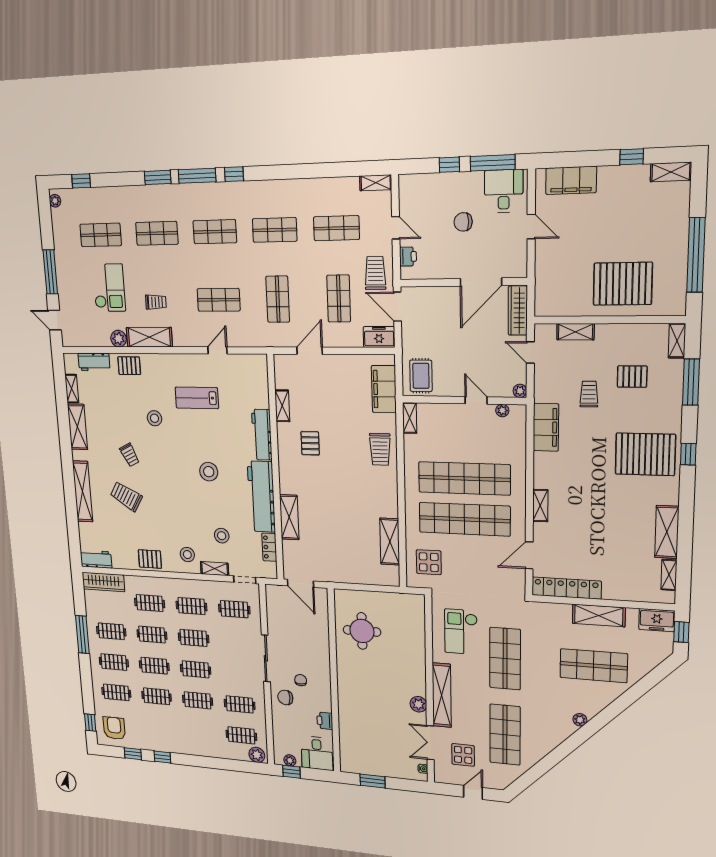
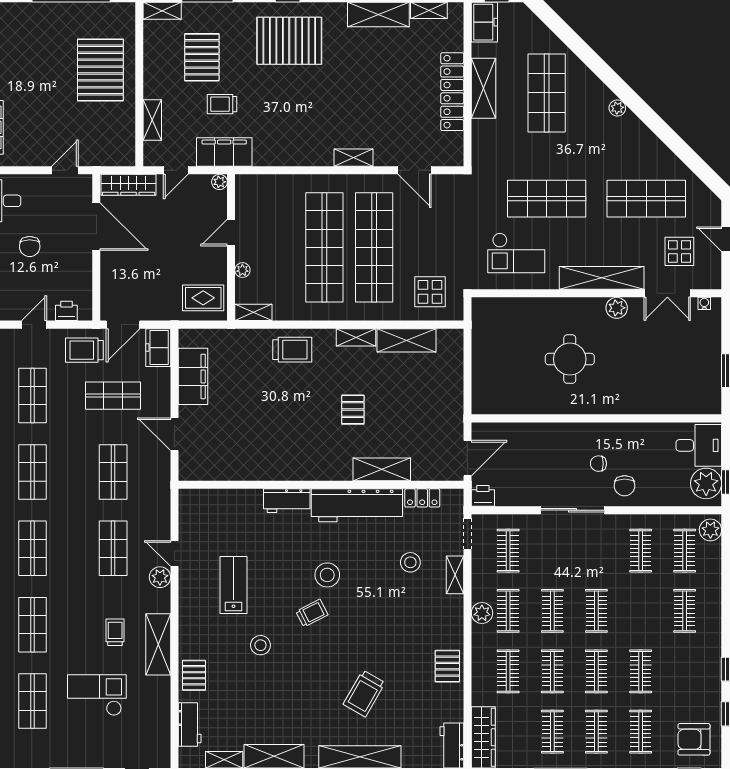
door: (531, 227) -> (65, 170), moved
shop shelf: (278, 299) -> (113, 472), turned 90
plant: (119, 339) -> (160, 577), moved
pallet: (632, 377) -> (202, 57), width x1.50, depth x1.42
filing cabinet: (384, 389) -> (193, 376), moved, turned -90
lab bench: (197, 398) -> (234, 585), turned 180
shelving: (282, 406) -> (356, 337), moved
plant: (502, 410) -> (242, 270), moved
filing cabinet: (546, 427) -> (224, 152), moved
workbench: (262, 435) -> (287, 501), width x0.73
pallet: (310, 443) -> (353, 410), moved, turned 90
pallet: (645, 454) -> (289, 41), turned 90
trolley: (130, 455) -> (312, 613), moved
stool: (187, 555) -> (438, 612), removed
plant: (189, 587) -> (482, 613), added
locker: (566, 588) -> (452, 92), moved
round table: (362, 631) -> (570, 359), moved
clothes rail: (198, 700) -> (685, 611), moved
printer: (325, 721) -> (483, 496), moved, turned 180
plant: (290, 760) -> (706, 483), width x1.87, depth x1.87

